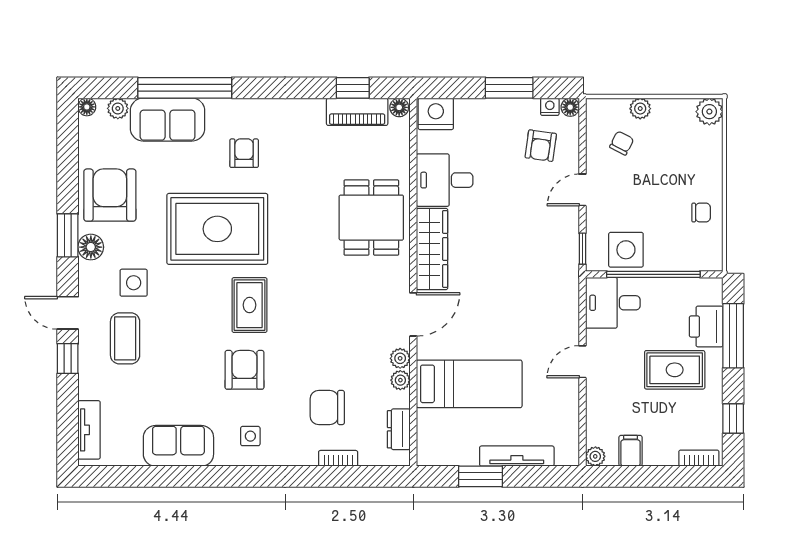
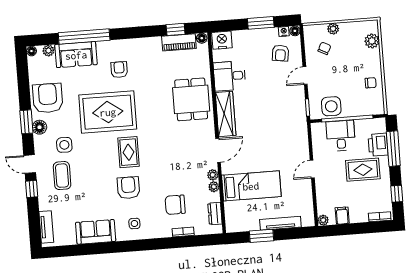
plant: (709, 112) -> (372, 41), moved
desk: (613, 303) -> (341, 136), moved, turned 90

